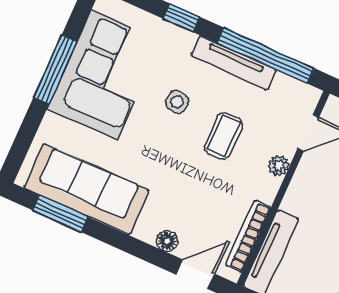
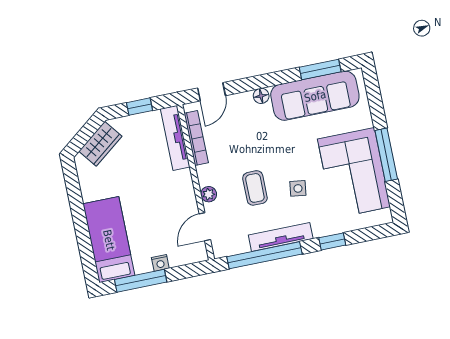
floor lamp: (167, 241) -> (261, 96), moved

